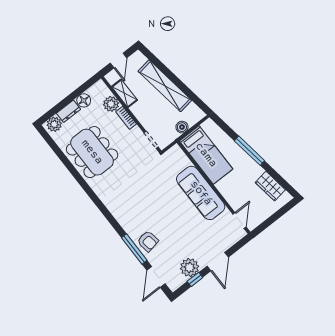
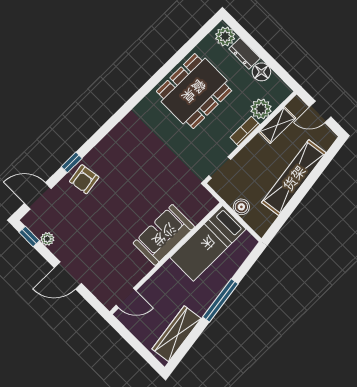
wardrobe: (270, 186) -> (177, 334), width x1.50
sofa: (201, 193) -> (164, 235), width x0.73
window: (134, 249) -> (72, 162), width x0.46
plant: (189, 268) -> (47, 239), width x0.53, depth x0.53
window: (195, 279) -> (29, 236), moved

